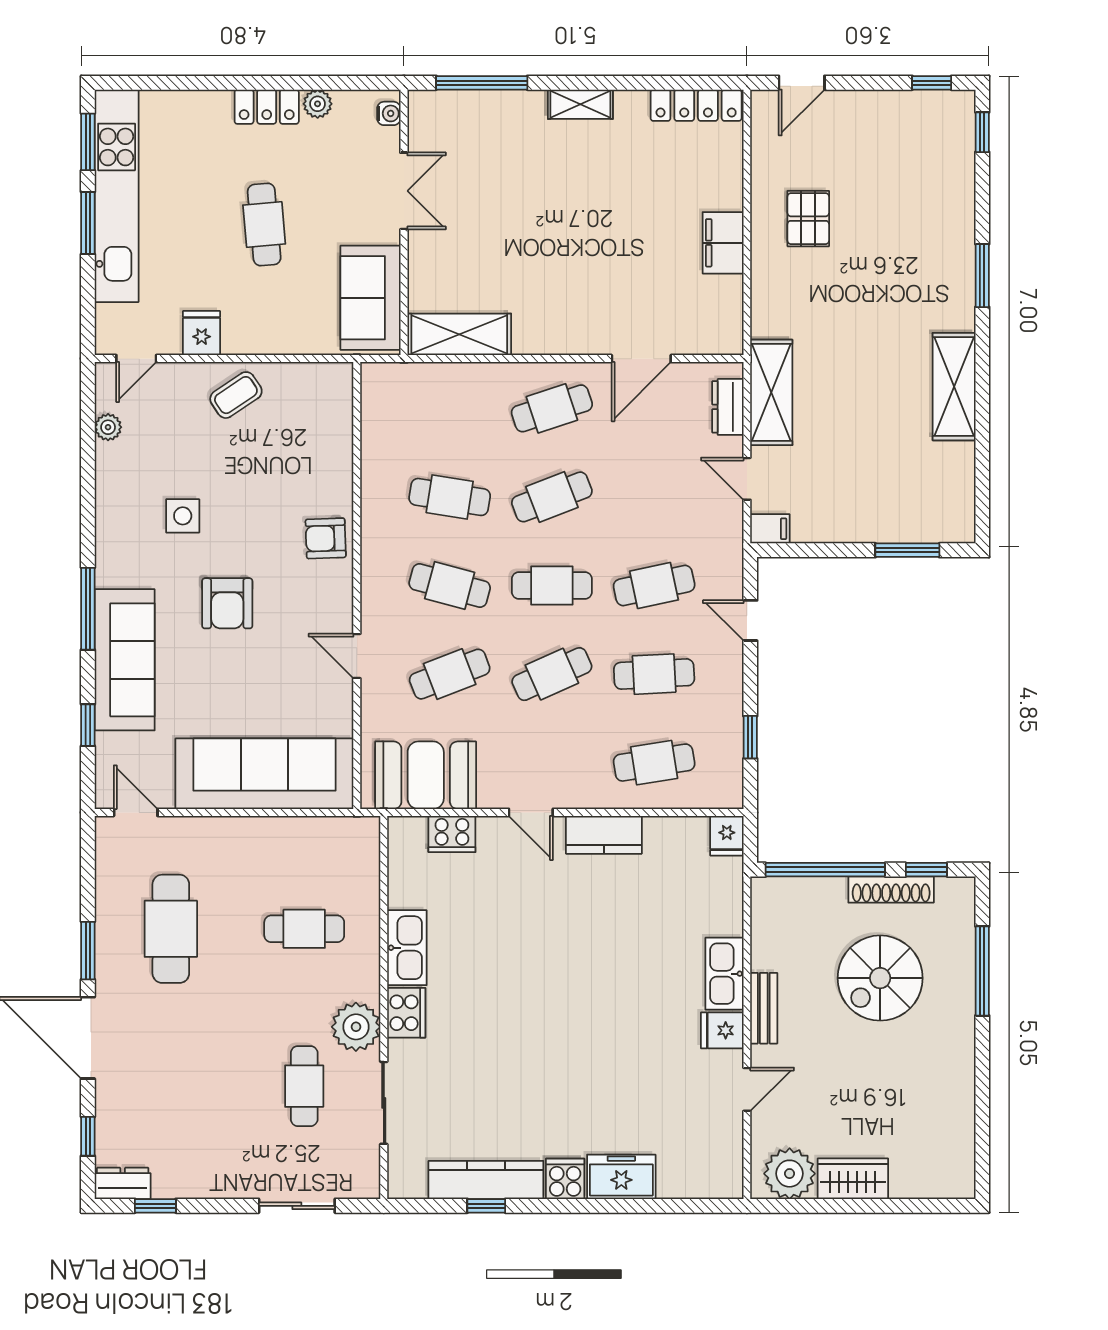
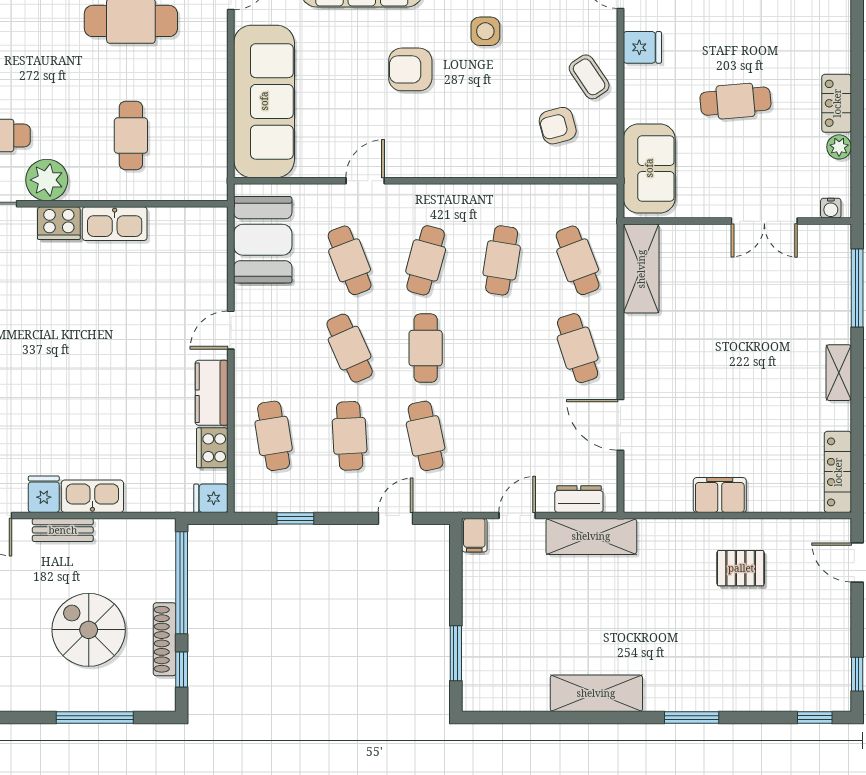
sofa: (370, 298) -> (649, 168), moved, turned 90
cafe table: (552, 497) -> (578, 260), moved
armchair: (326, 538) -> (558, 126), moved, turned -103
cooker: (452, 834) -> (212, 448), moved

